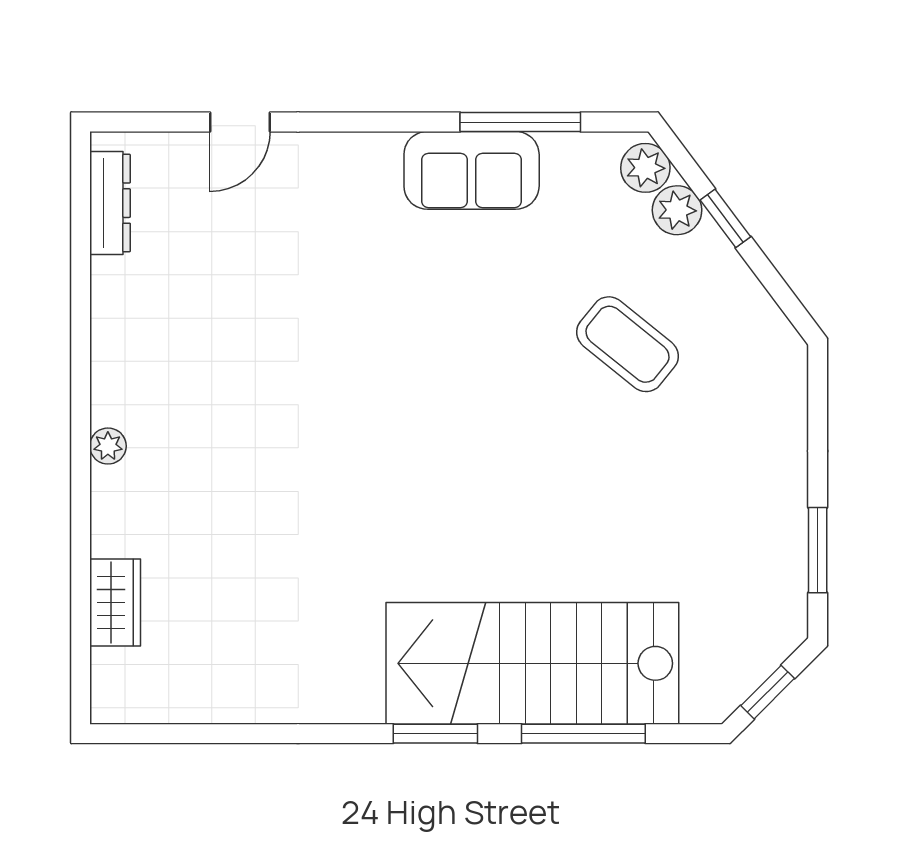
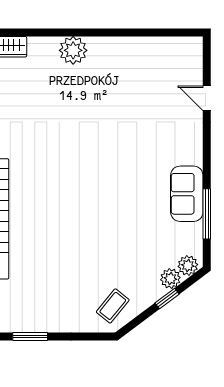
dresser: (110, 203) -> (173, 45), removed
coffee table: (628, 344) -> (113, 306), moved, width x0.73, depth x0.77
plant: (108, 446) -> (73, 50), width x1.88, depth x1.88

